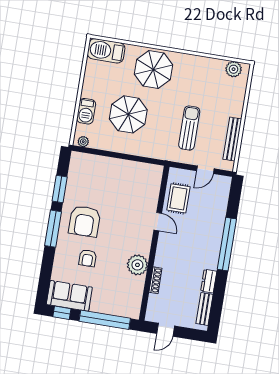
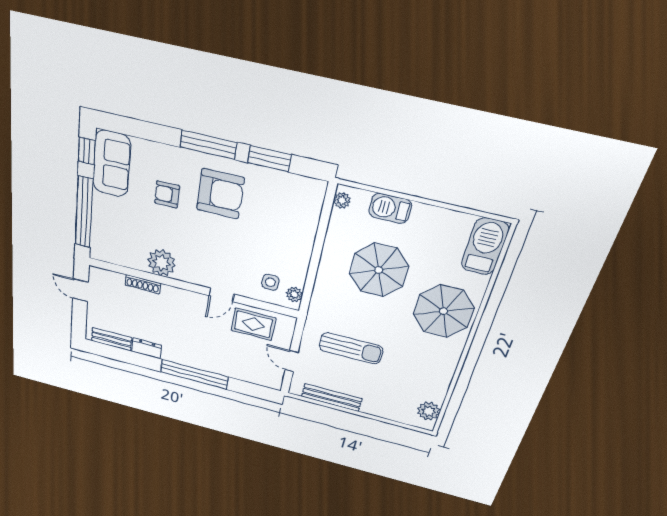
plant: (152, 170) -> (294, 294), added
side table: (144, 187) -> (270, 282), added
armchair: (85, 221) -> (220, 194), turned 180

